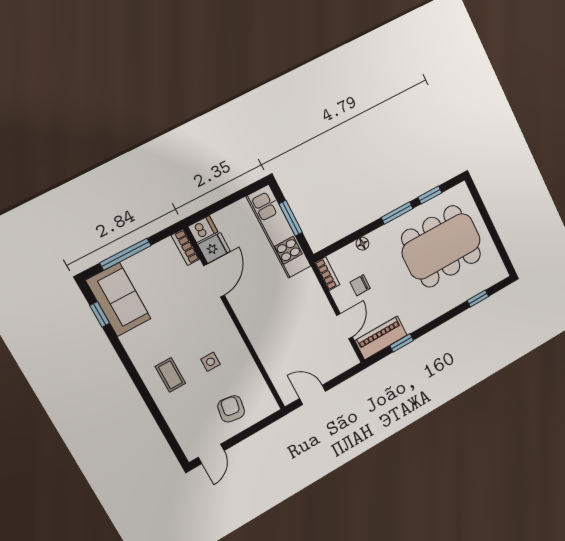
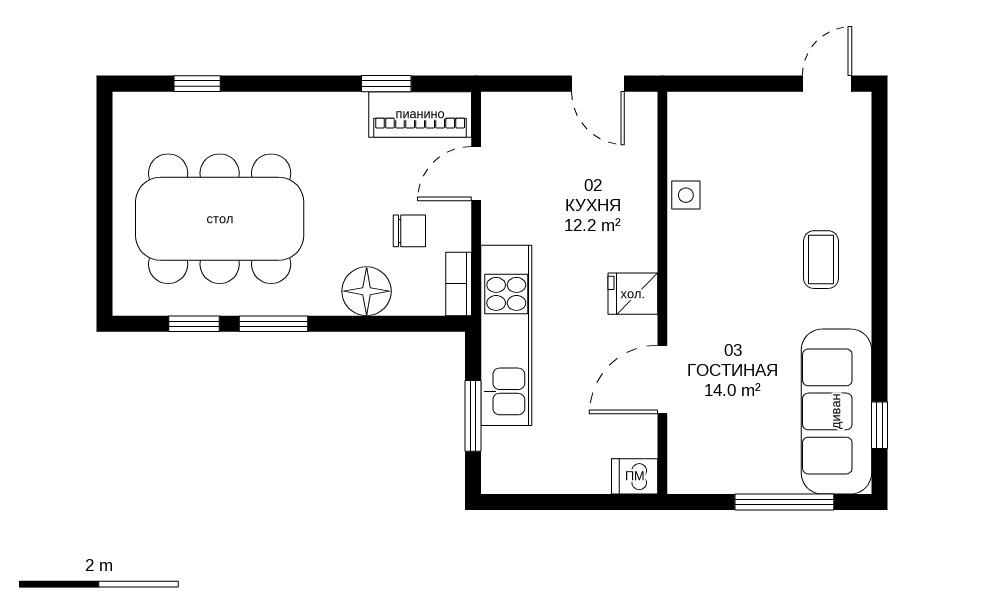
kitchen unit: (279, 231) -> (506, 335), moved
floor lamp: (362, 244) -> (367, 291), width x1.89, depth x1.89
bookcase: (185, 247) -> (680, 461), removed
fridge: (214, 248) -> (633, 294), moved
sofa: (118, 299) -> (836, 411), width x1.36
side table: (210, 362) -> (686, 195), moved
armchair: (231, 409) -> (752, 142), removed

